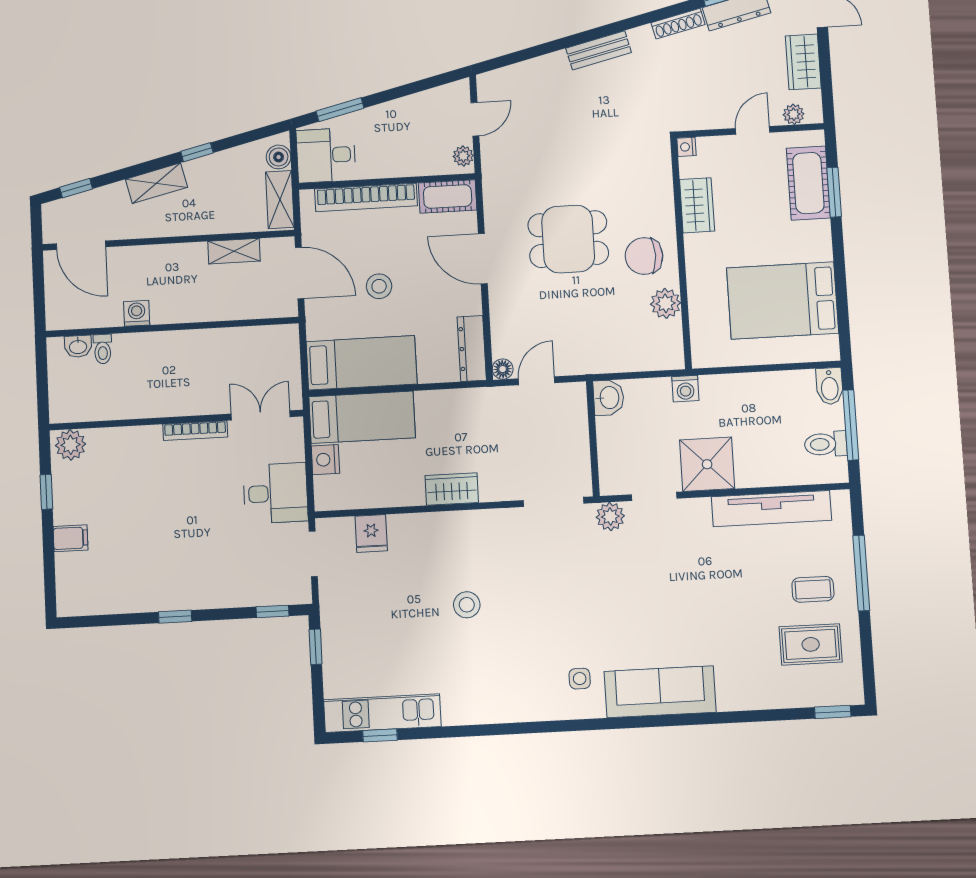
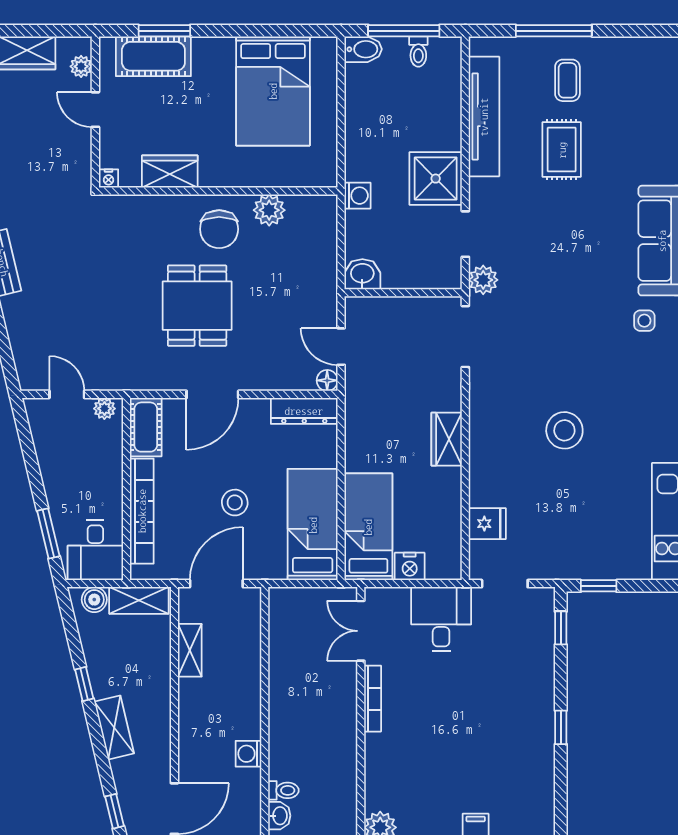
toilet: (826, 444) -> (418, 52), width x0.73, depth x0.72
stool: (467, 605) -> (564, 430), width x1.38, depth x1.38
rug: (811, 644) -> (562, 150), moved

